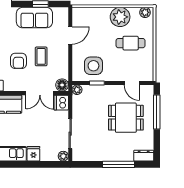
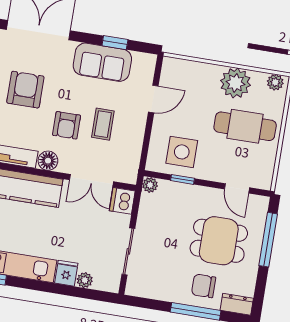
cafe table: (131, 43) -> (245, 126), width x1.37, depth x1.35
floor lamp: (62, 85) -> (48, 161), moved
chair: (121, 148) -> (204, 286), added
plant: (63, 156) -> (85, 280), moved

